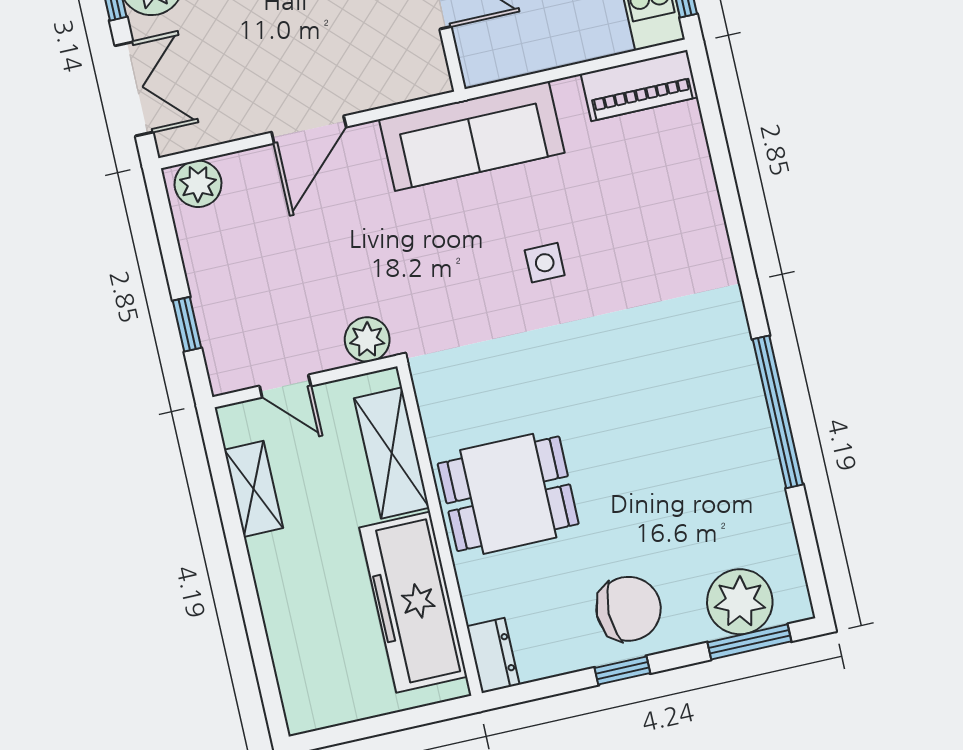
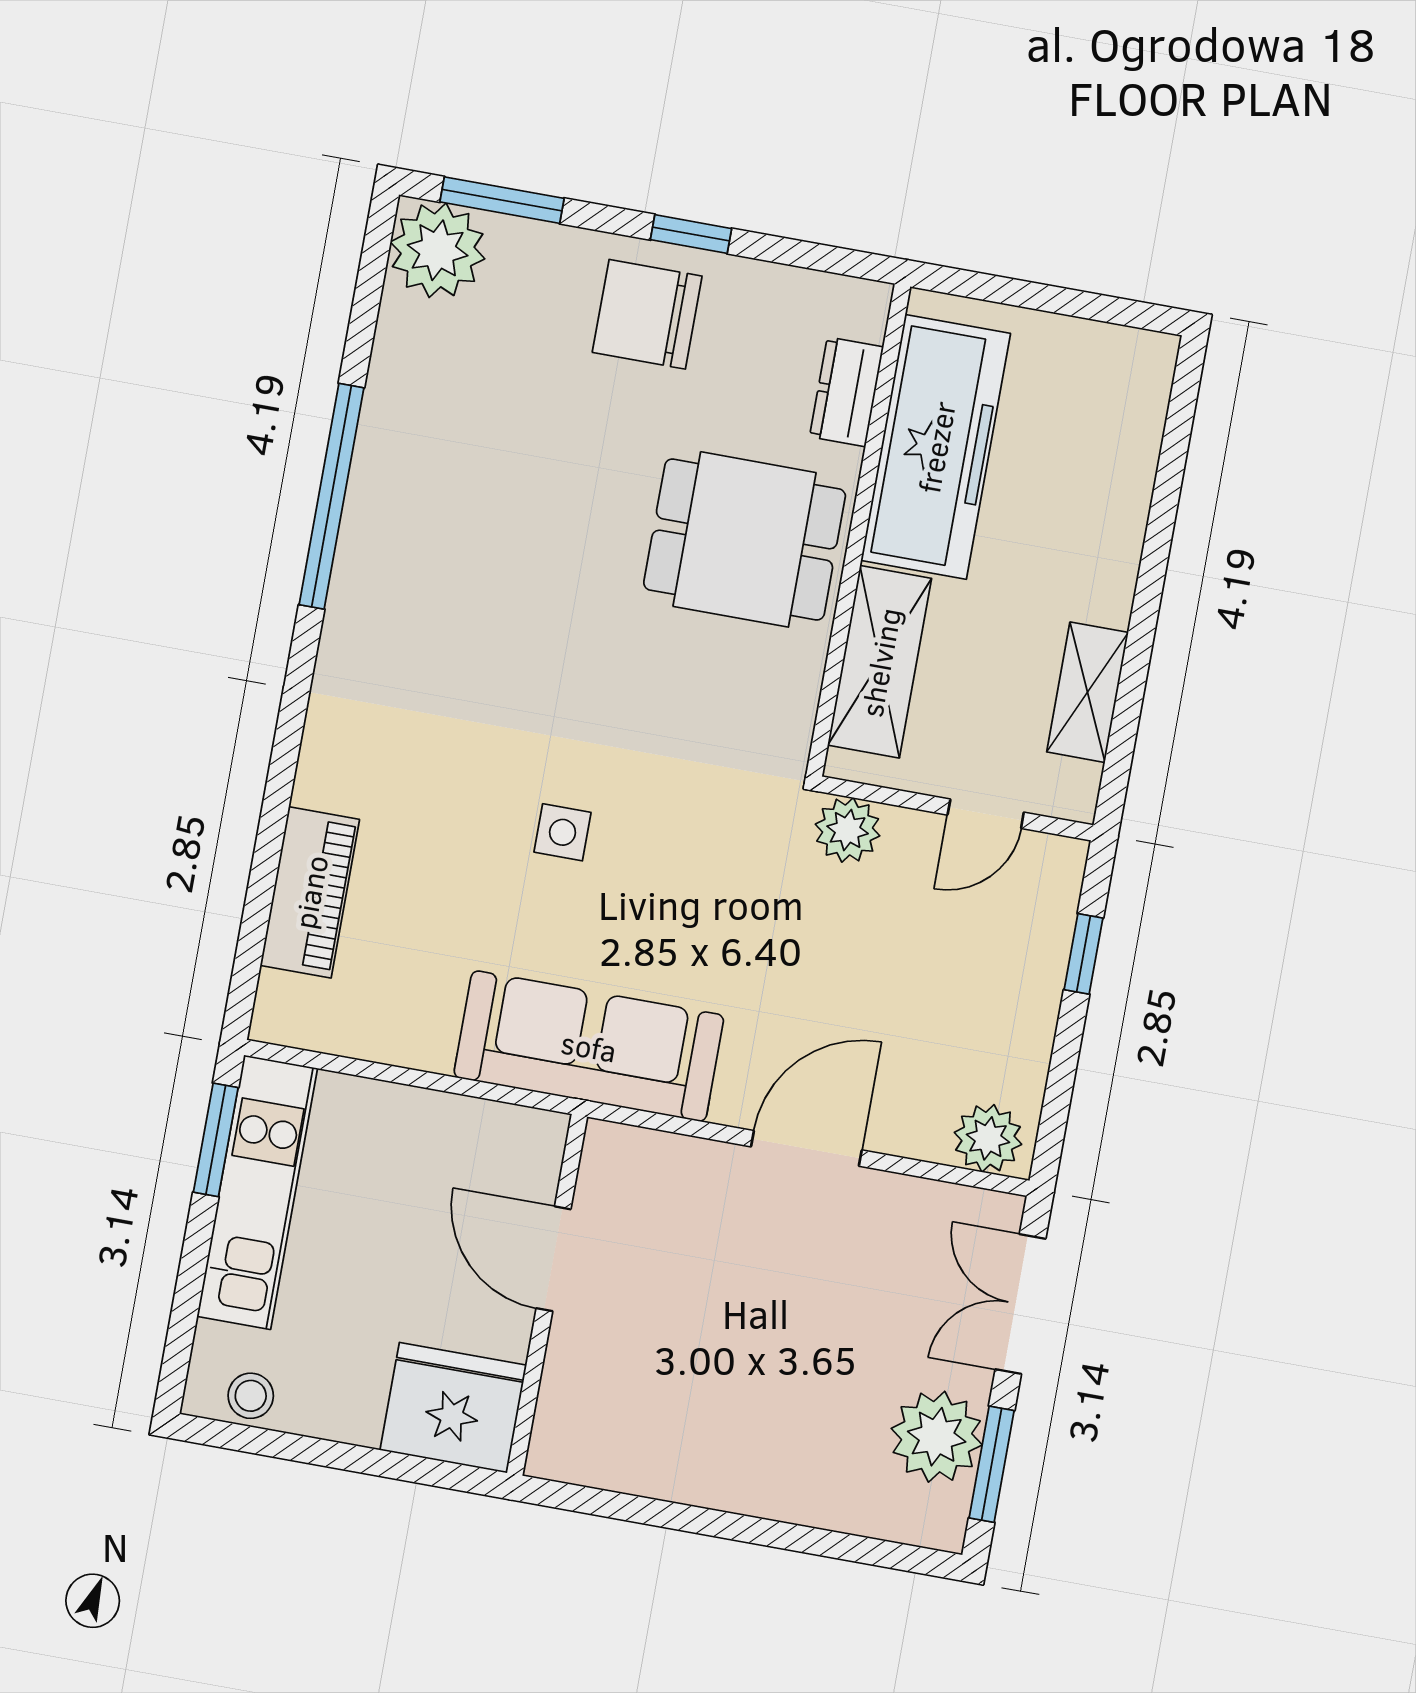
piano: (639, 86) -> (310, 892), moved, turned 90
door: (285, 386) -> (986, 814), swing flipped
plant: (740, 602) -> (438, 250), moved
dresser: (493, 655) -> (847, 392), moved

